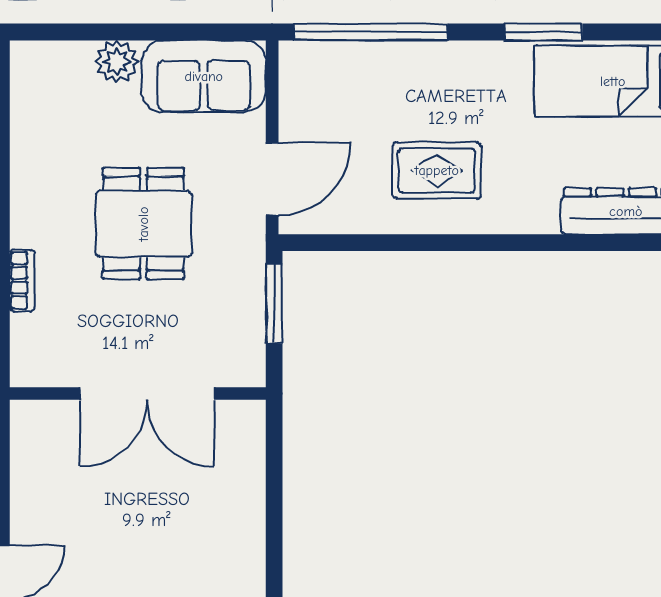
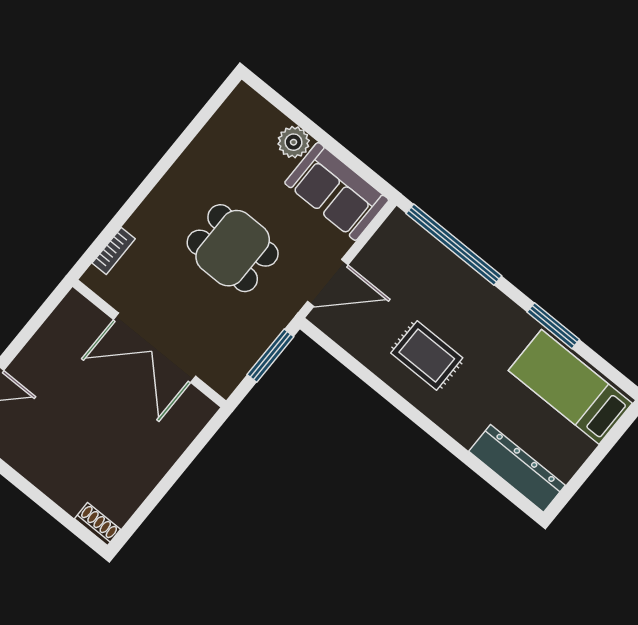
dining table: (143, 224) -> (233, 248), turned 90
bookcase: (22, 280) -> (114, 251), moved

